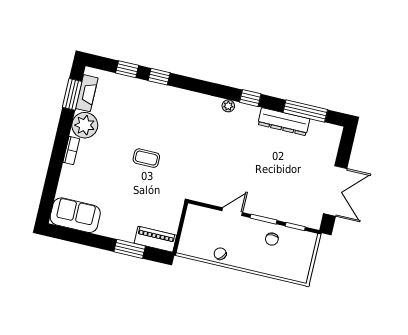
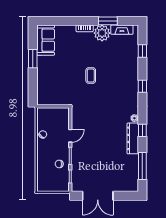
window: (159, 77) -> (142, 86), moved
window: (72, 94) -> (108, 21), moved
dresser: (284, 122) -> (133, 138), moved
door: (232, 212) -> (70, 136), hinge flipped
piano: (155, 239) -> (42, 93), removed
window: (130, 249) -> (33, 59), moved

